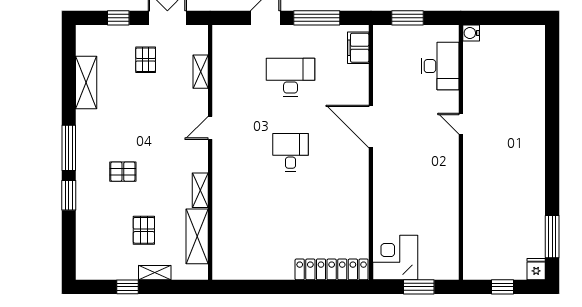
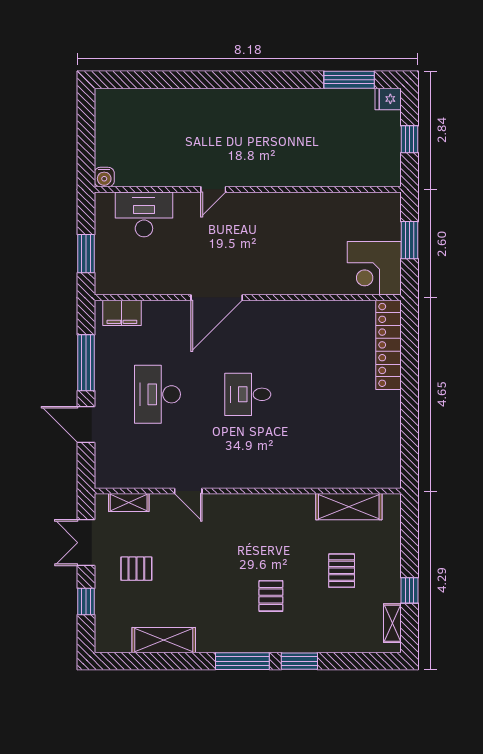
shelving: (201, 72) -> (129, 503), moved
door: (210, 128) -> (188, 491), moved
shelving: (200, 190) -> (293, 503), removed
pallet: (144, 230) -> (342, 571), turned 90
shelving: (155, 273) -> (392, 623), moved

